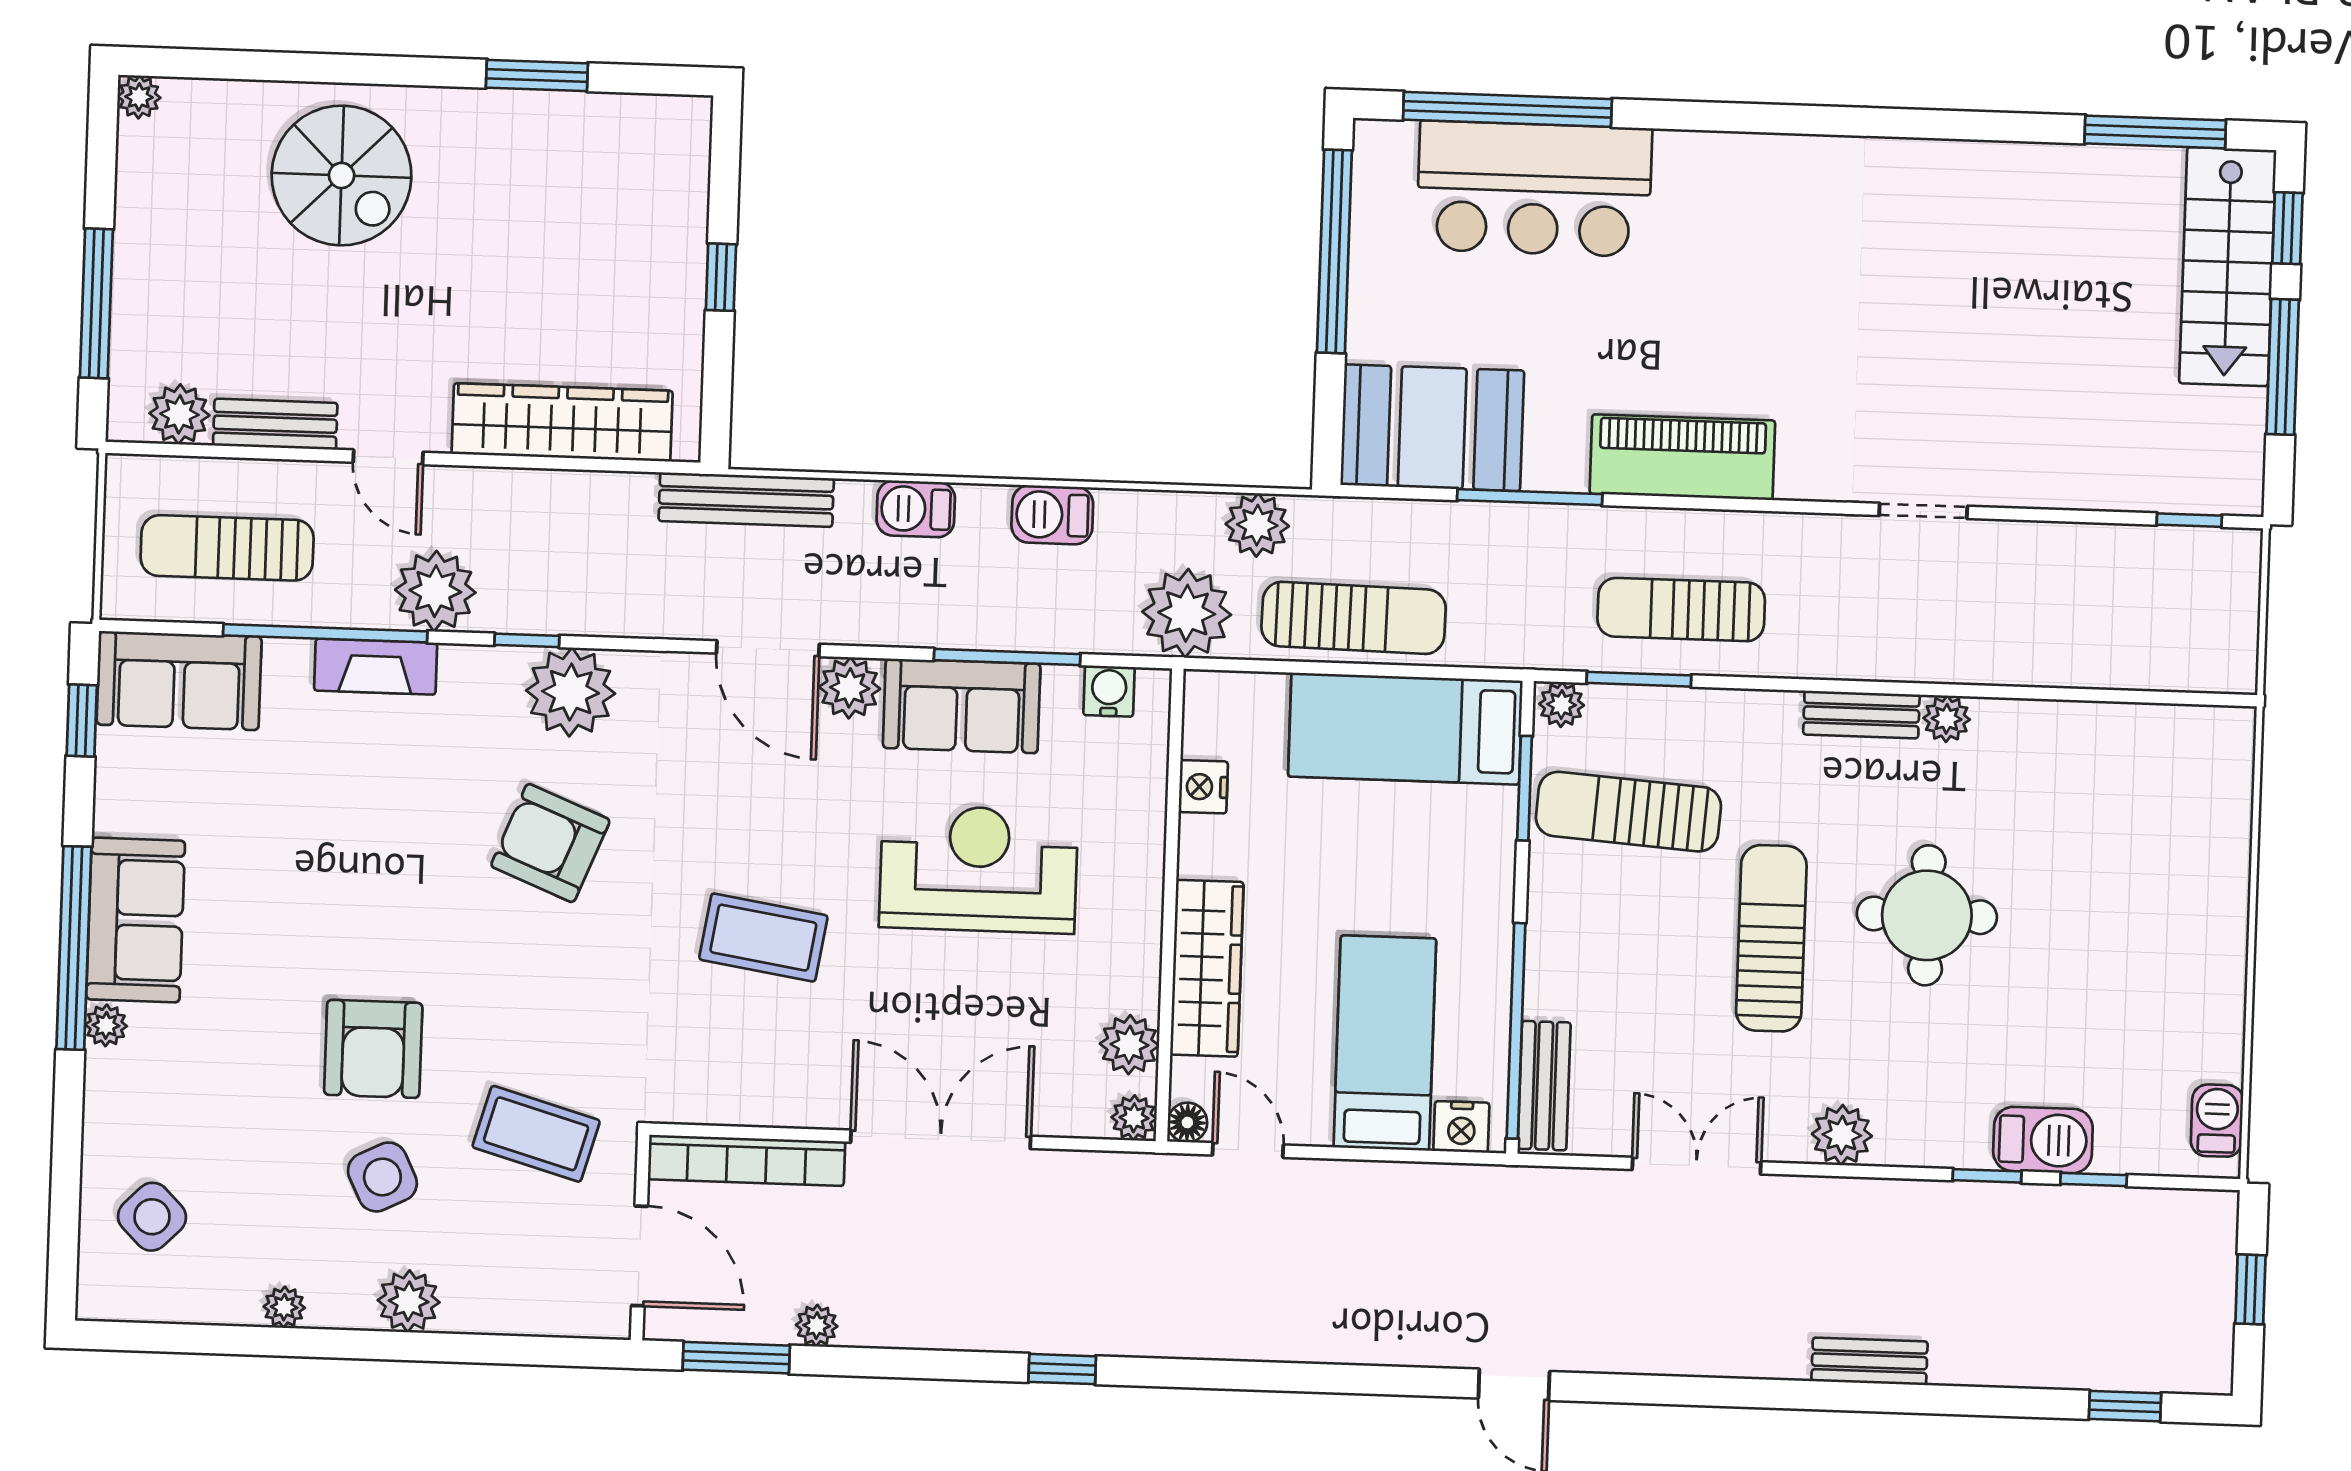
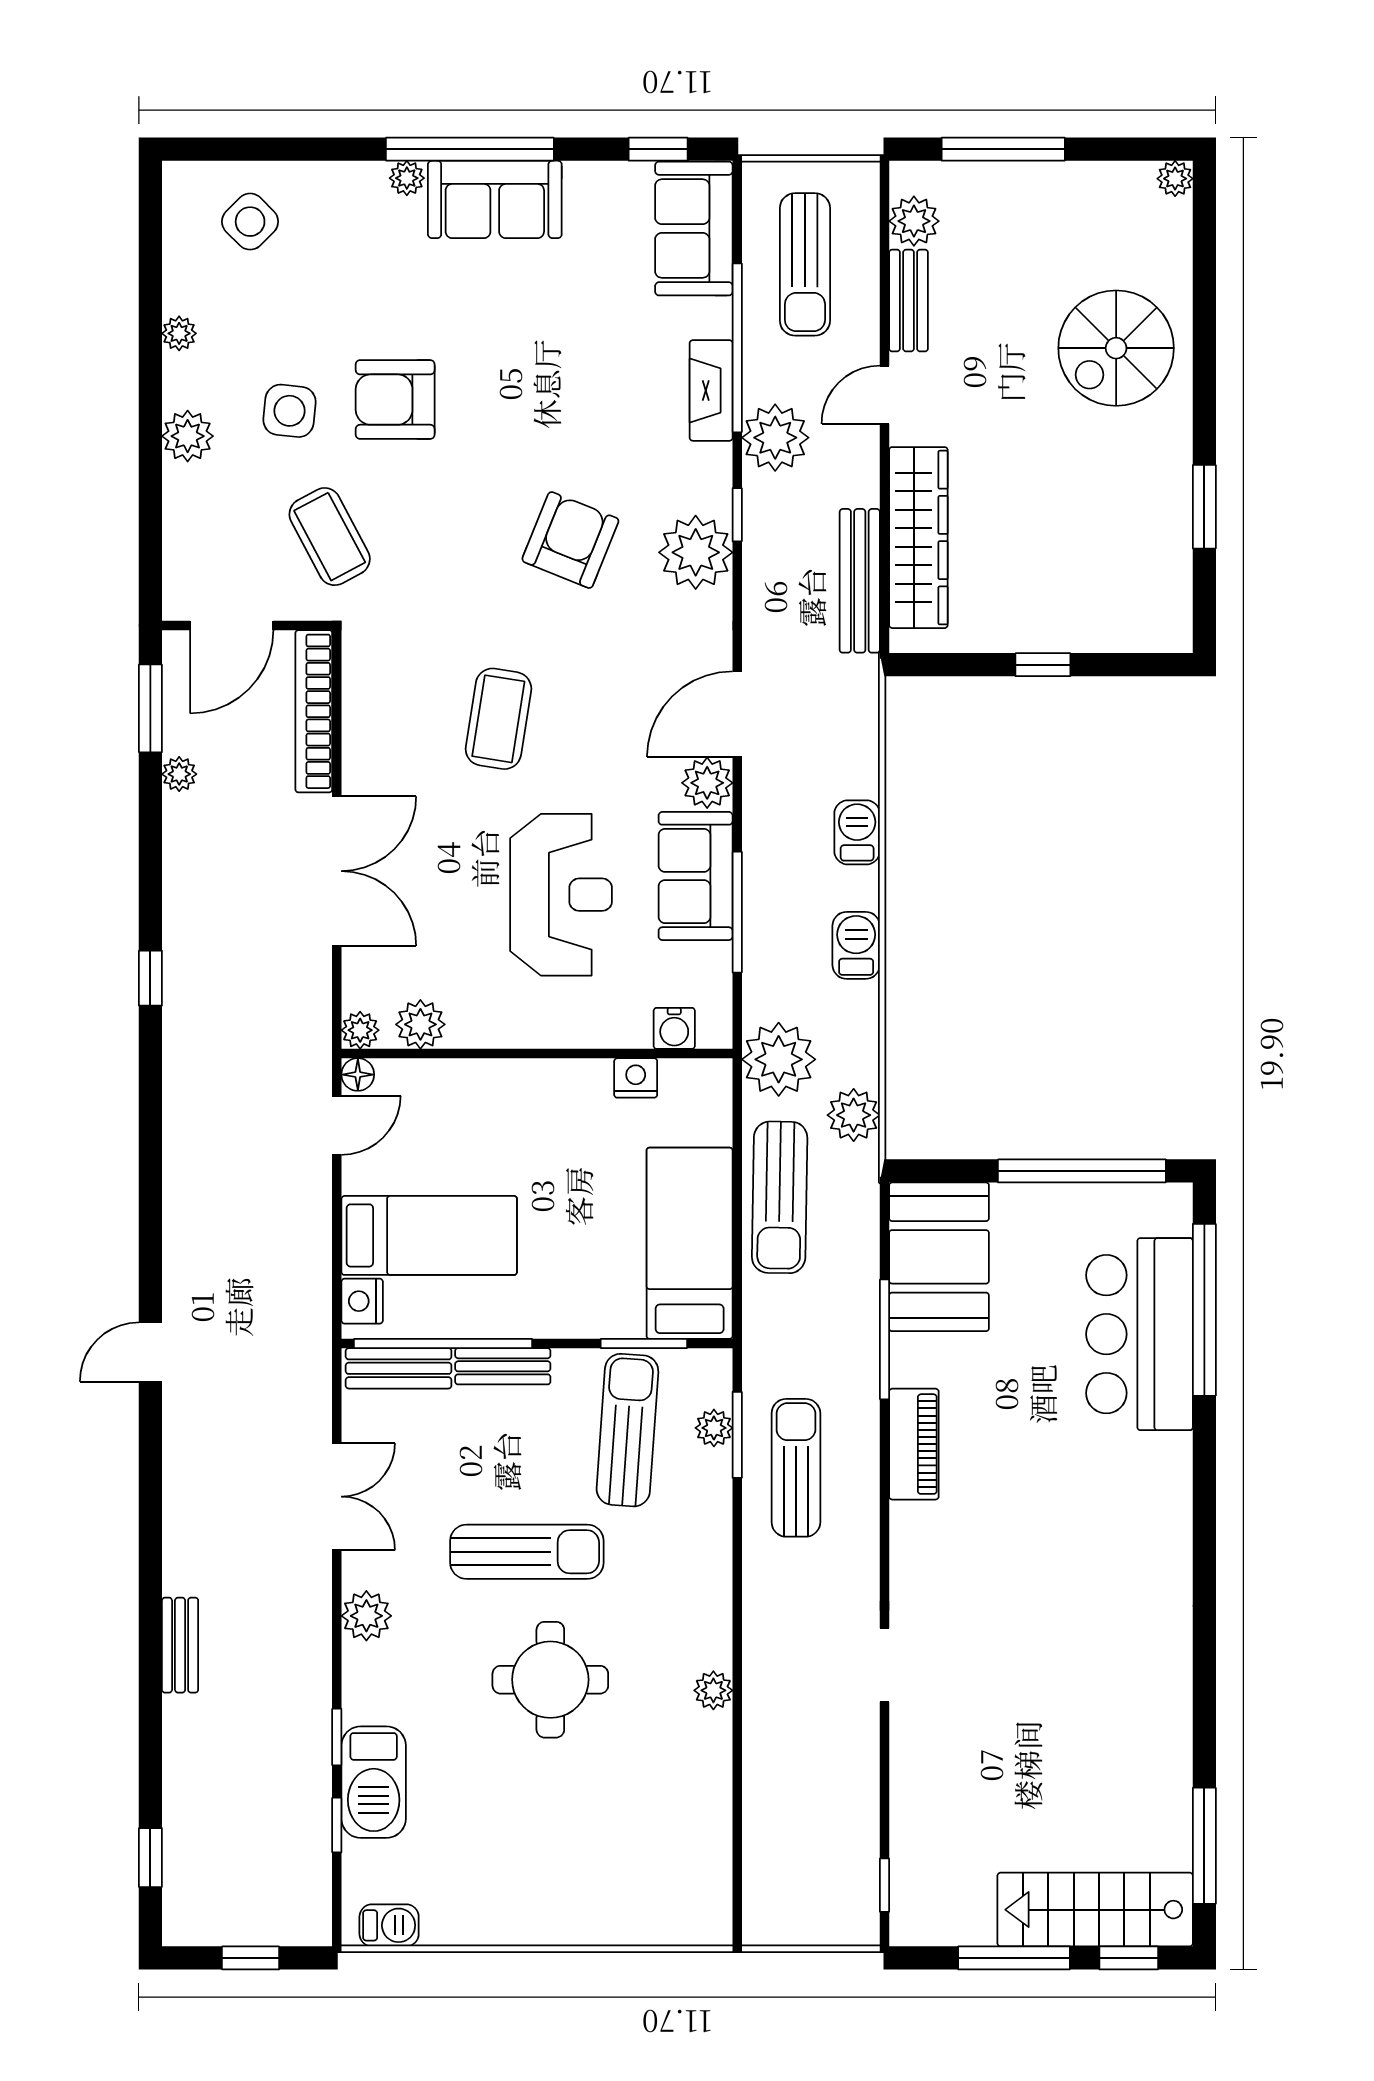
piano: (1682, 457) -> (914, 1444), width x0.73, depth x0.75
bench: (746, 500) -> (860, 581), moved
sun lounger: (227, 548) -> (805, 264), turned 180
water cooler: (1109, 691) -> (674, 1028), moved, turned 90
plant: (1562, 705) -> (714, 1428), moved
bench: (1861, 714) -> (503, 1366), moved, turned 90
wardrobe: (1207, 968) -> (486, 1086), removed
coffee table: (536, 1134) -> (330, 537), turned -44
barbecue: (2043, 1140) -> (374, 1782), width x1.37, depth x1.21
side table: (382, 1177) -> (290, 411), turned 32

